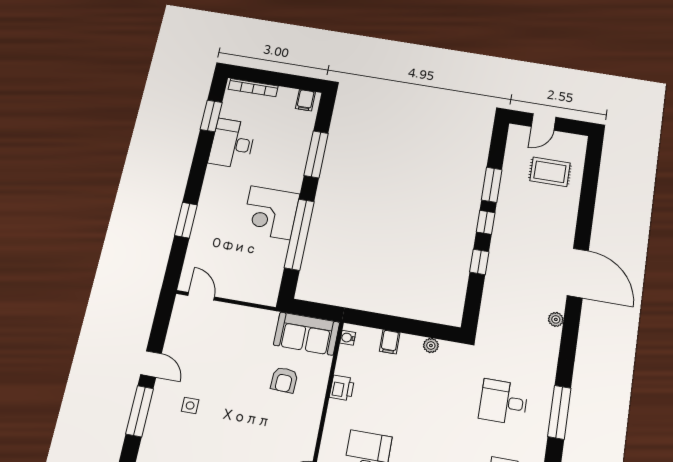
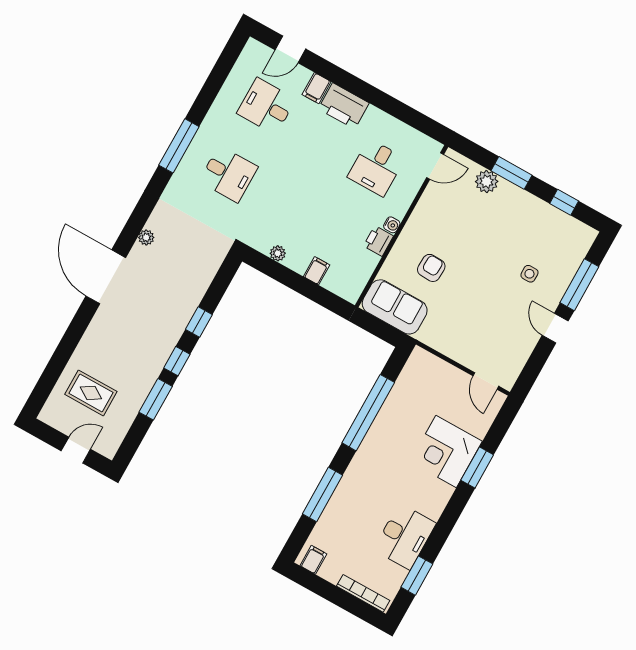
corner desk: (270, 213) -> (446, 451), moved, turned 180
water cooler: (348, 338) -> (392, 225), moved

